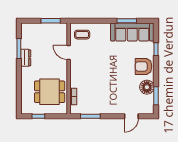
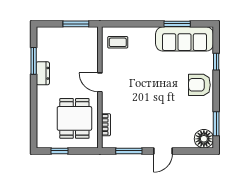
door: (69, 53) -> (100, 82), moved
floor lamp: (147, 87) -> (204, 139), moved
dining table: (50, 92) -> (74, 118), turned 90
door: (131, 116) -> (163, 151), moved

